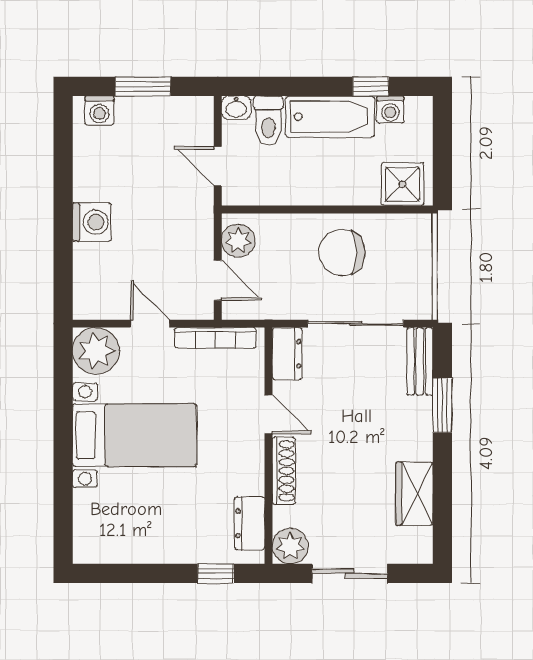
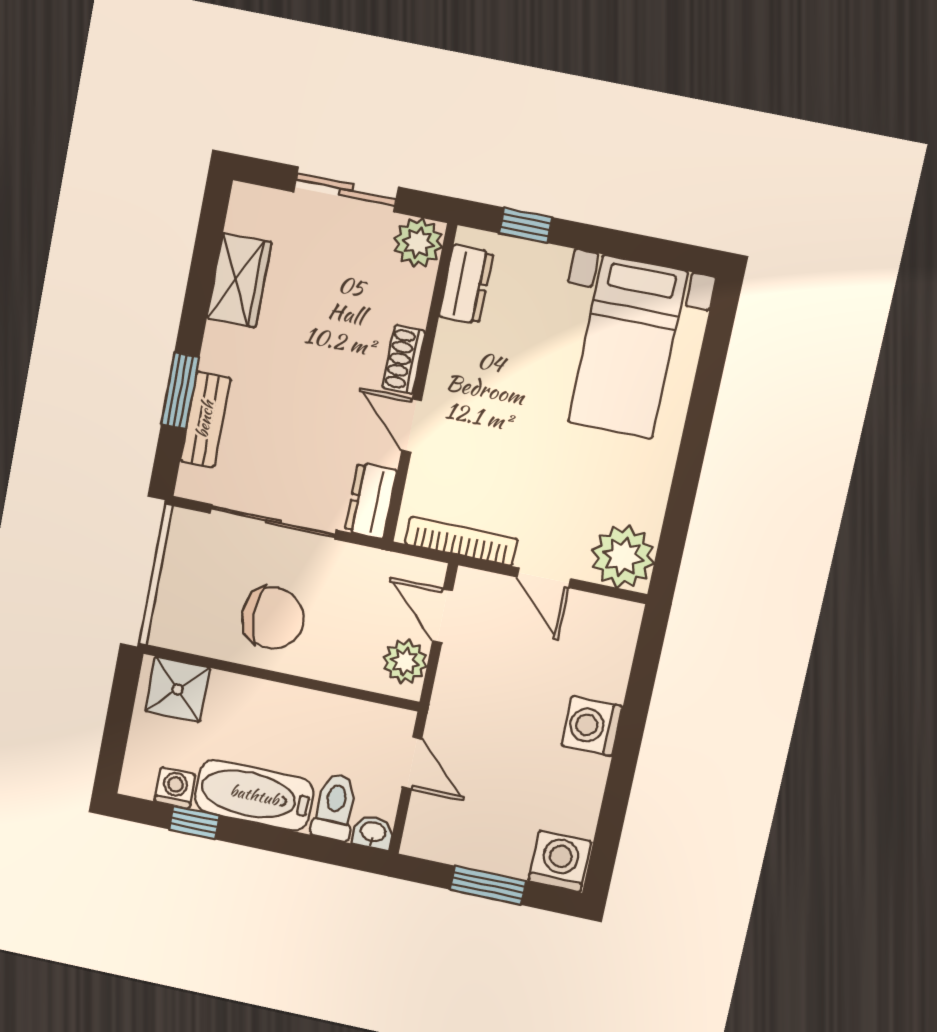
washing machine: (99, 111) -> (560, 861), width x1.38, depth x1.38
bench: (420, 361) -> (205, 419), moved
bed with nightstands: (135, 435) -> (628, 347), moved, turned -90
shoe rack: (284, 471) -> (404, 359), width x0.70

